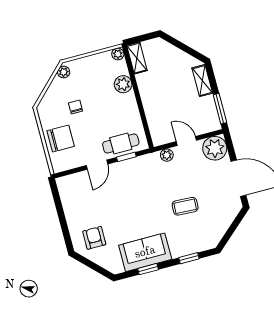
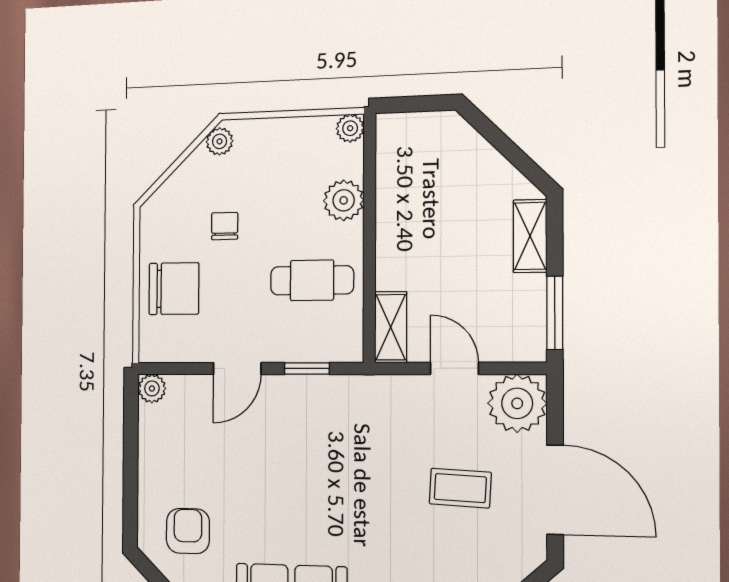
shelving: (137, 58) -> (391, 327), moved
cafe table: (121, 143) -> (312, 280), moved
plant: (167, 155) -> (152, 388), moved
coffee table: (185, 206) -> (460, 488), moved

